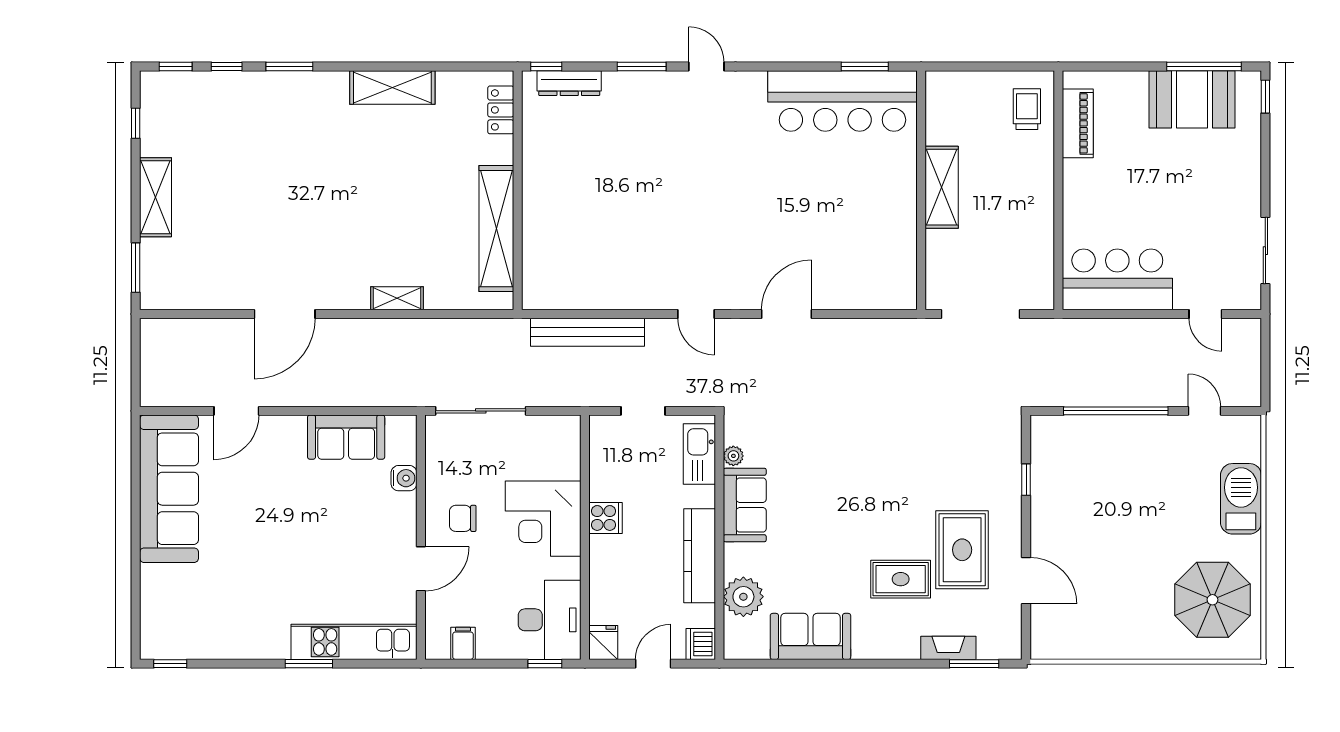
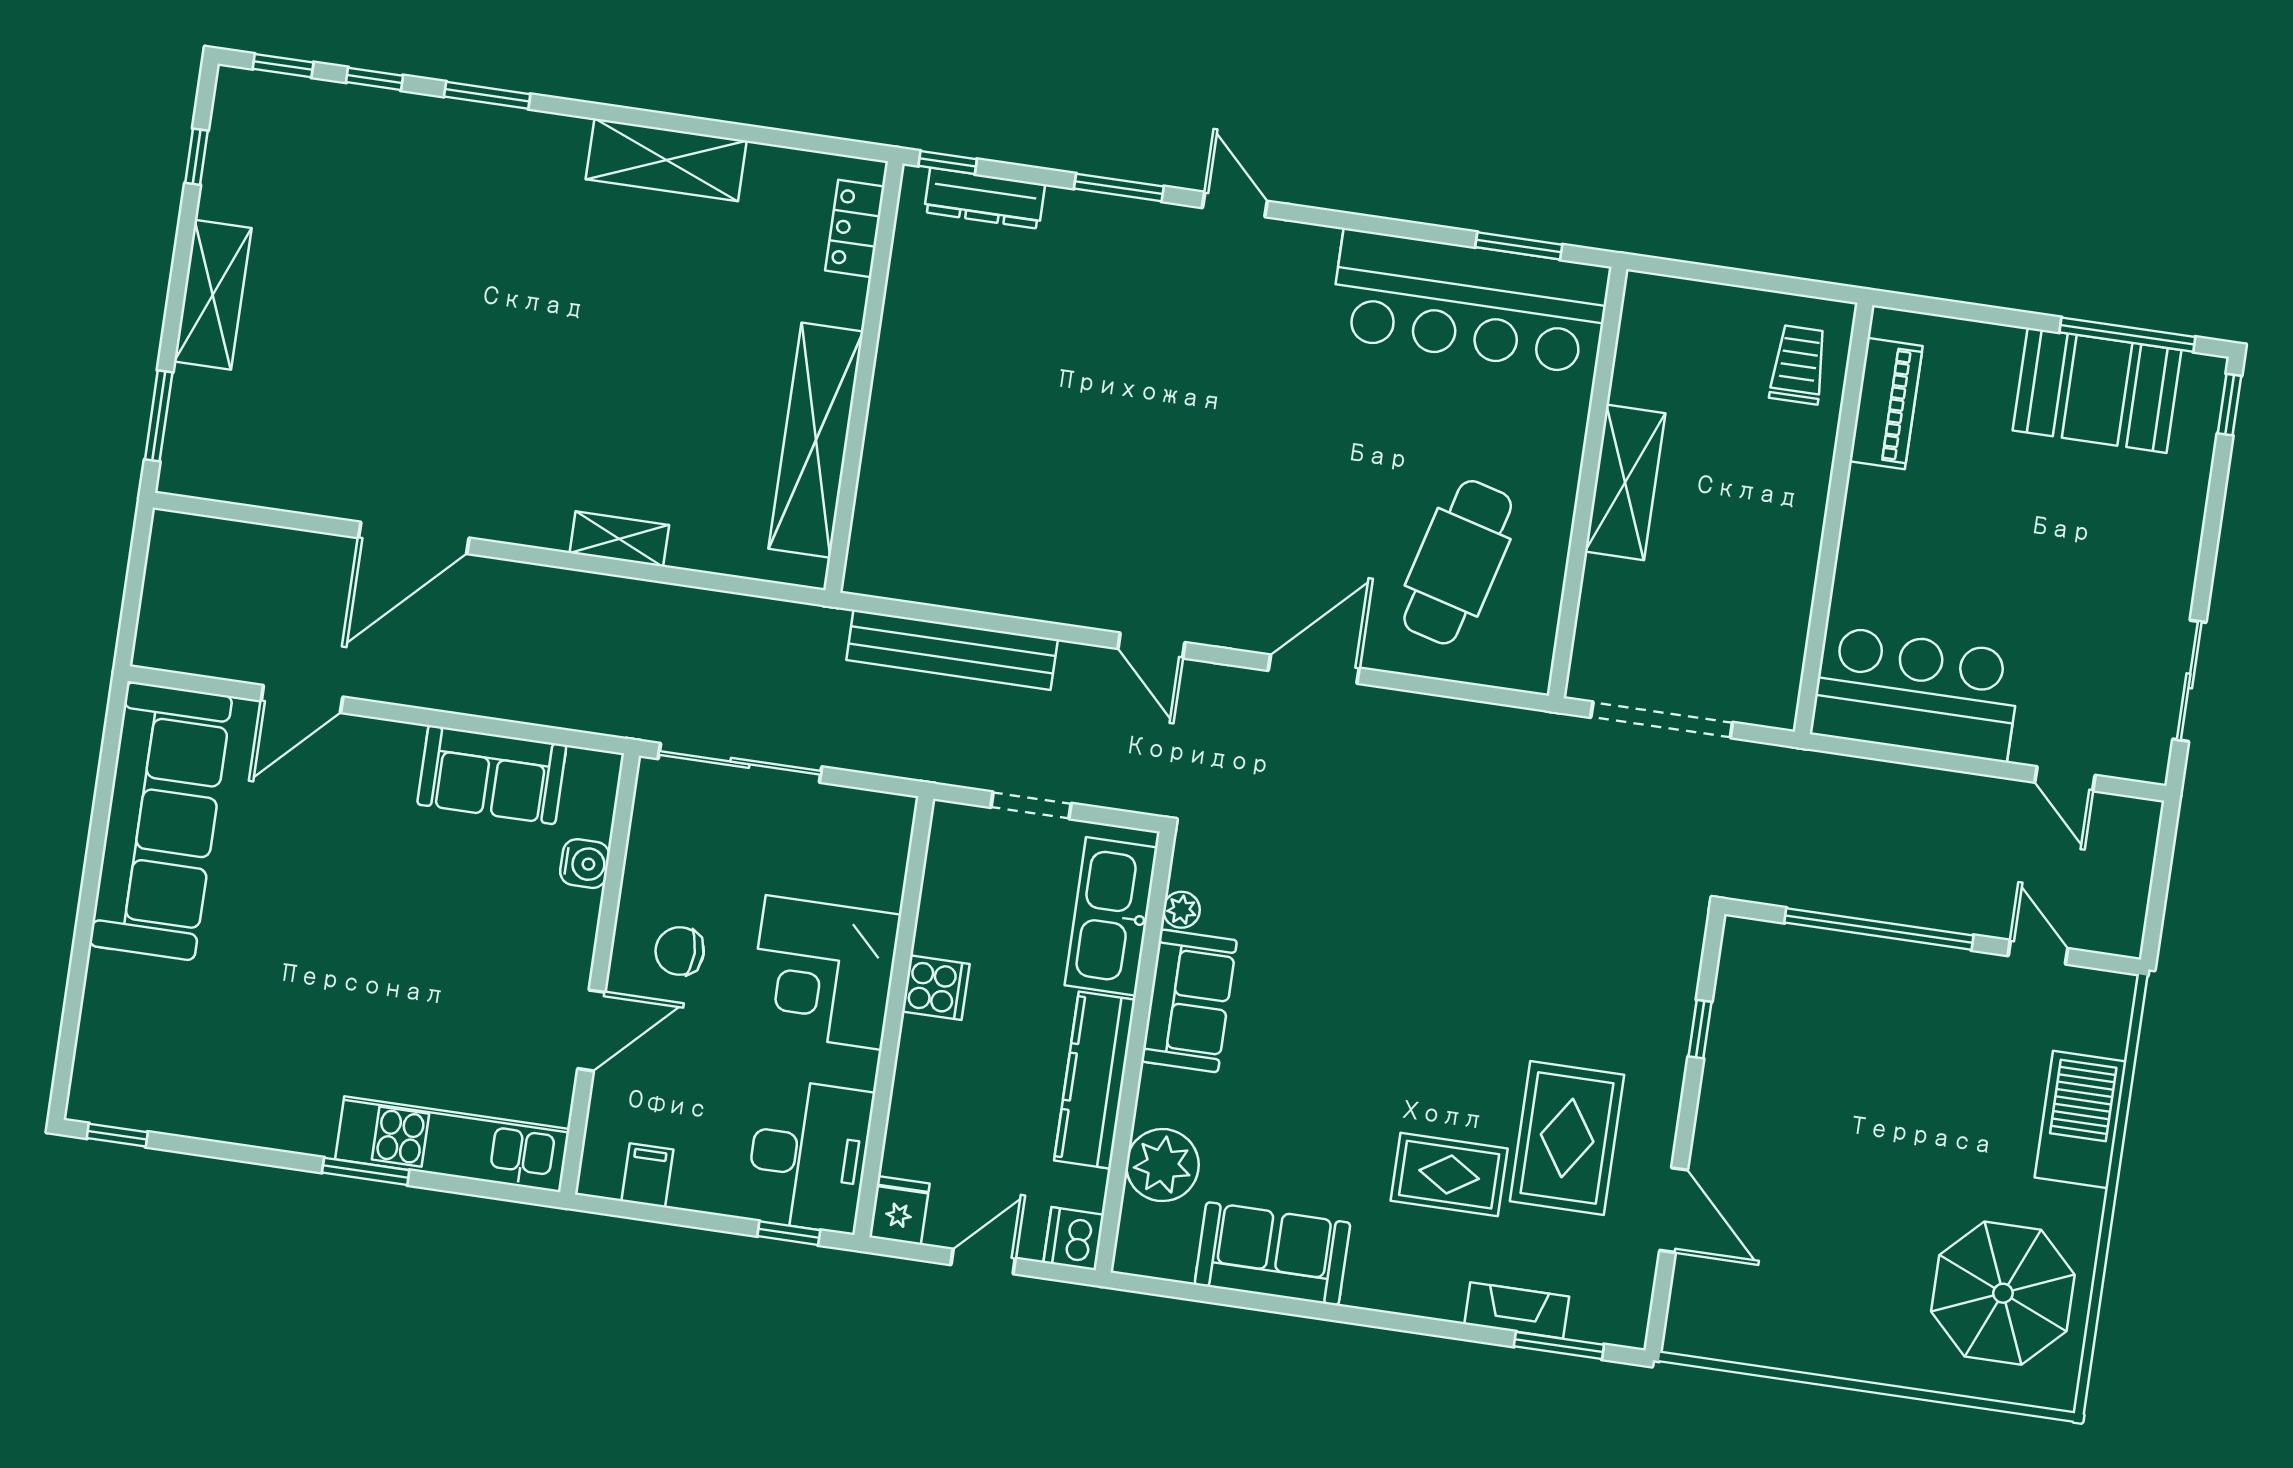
cafe table: (857, 244) -> (1458, 562), added
kitchen sink: (699, 454) -> (1111, 916), width x1.36, depth x1.24

